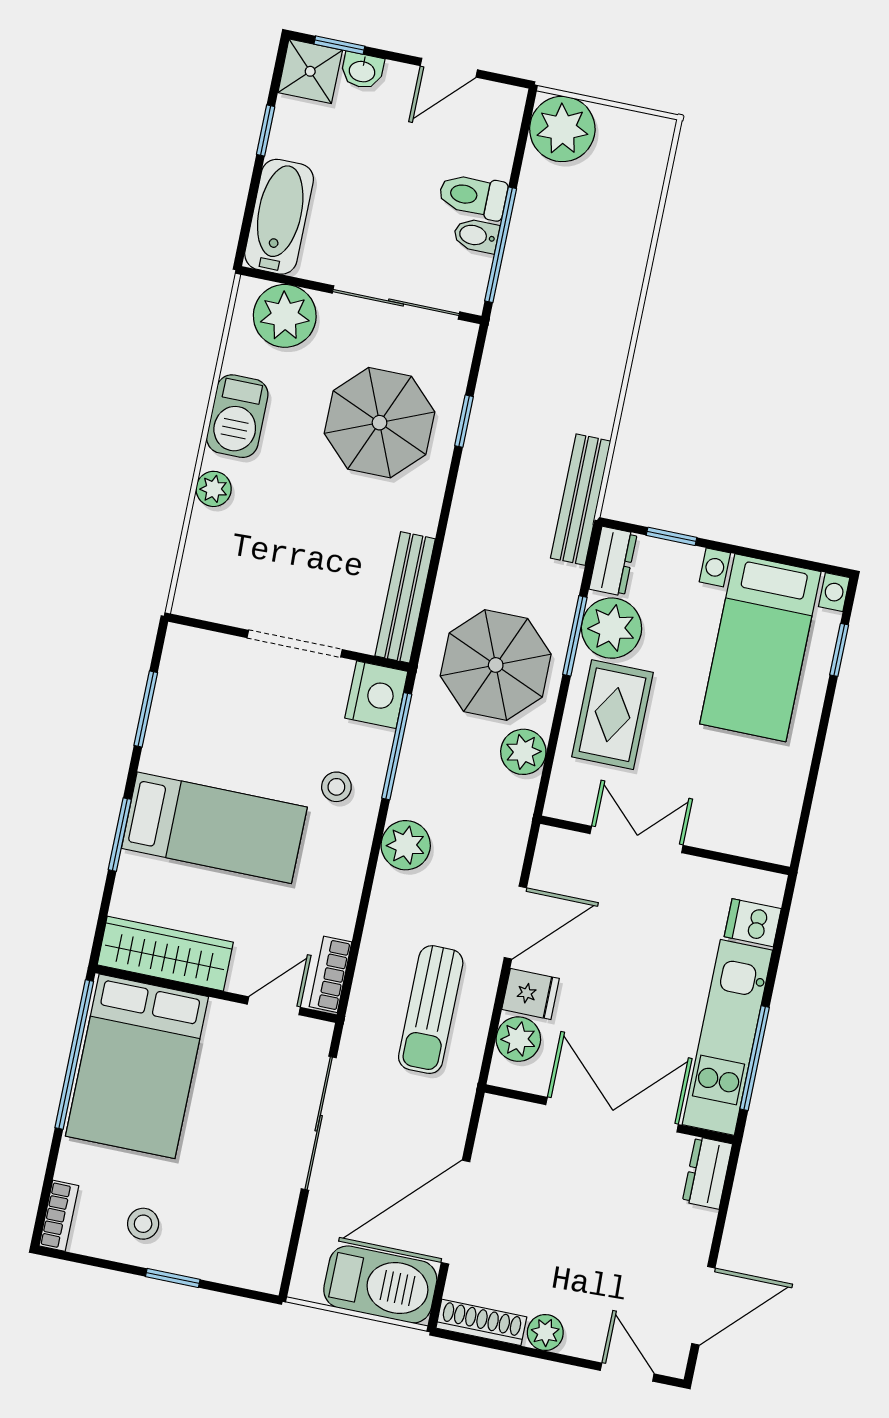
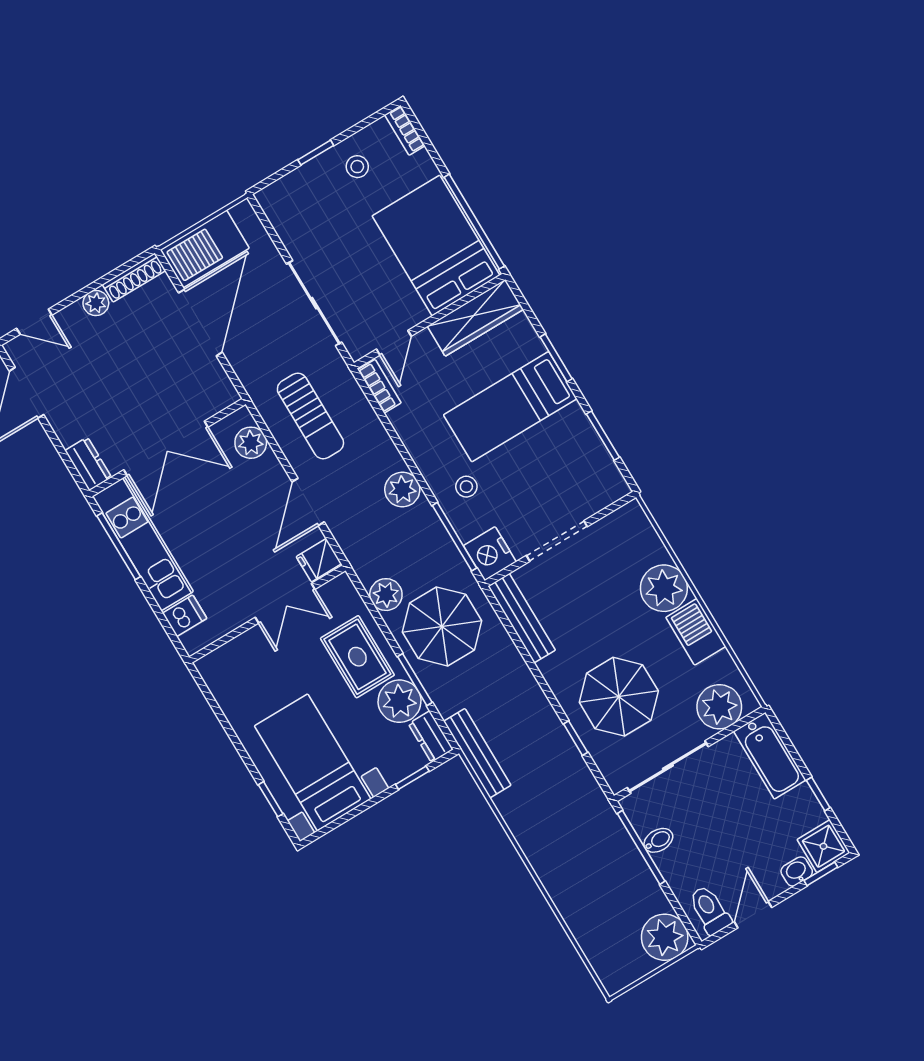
toilet: (473, 196) -> (710, 910), moved, turned -90
plant: (214, 489) -> (664, 588), width x1.88, depth x1.88
fridge: (531, 994) -> (319, 560), moved
sun lounger: (431, 1010) -> (310, 416), turned 180

